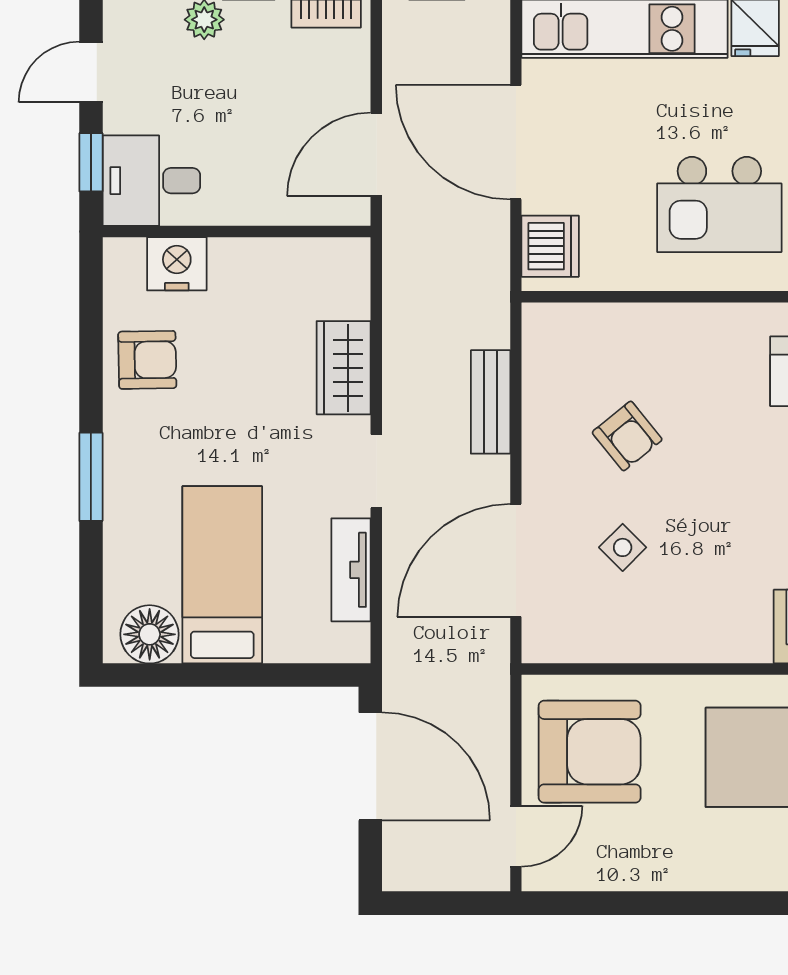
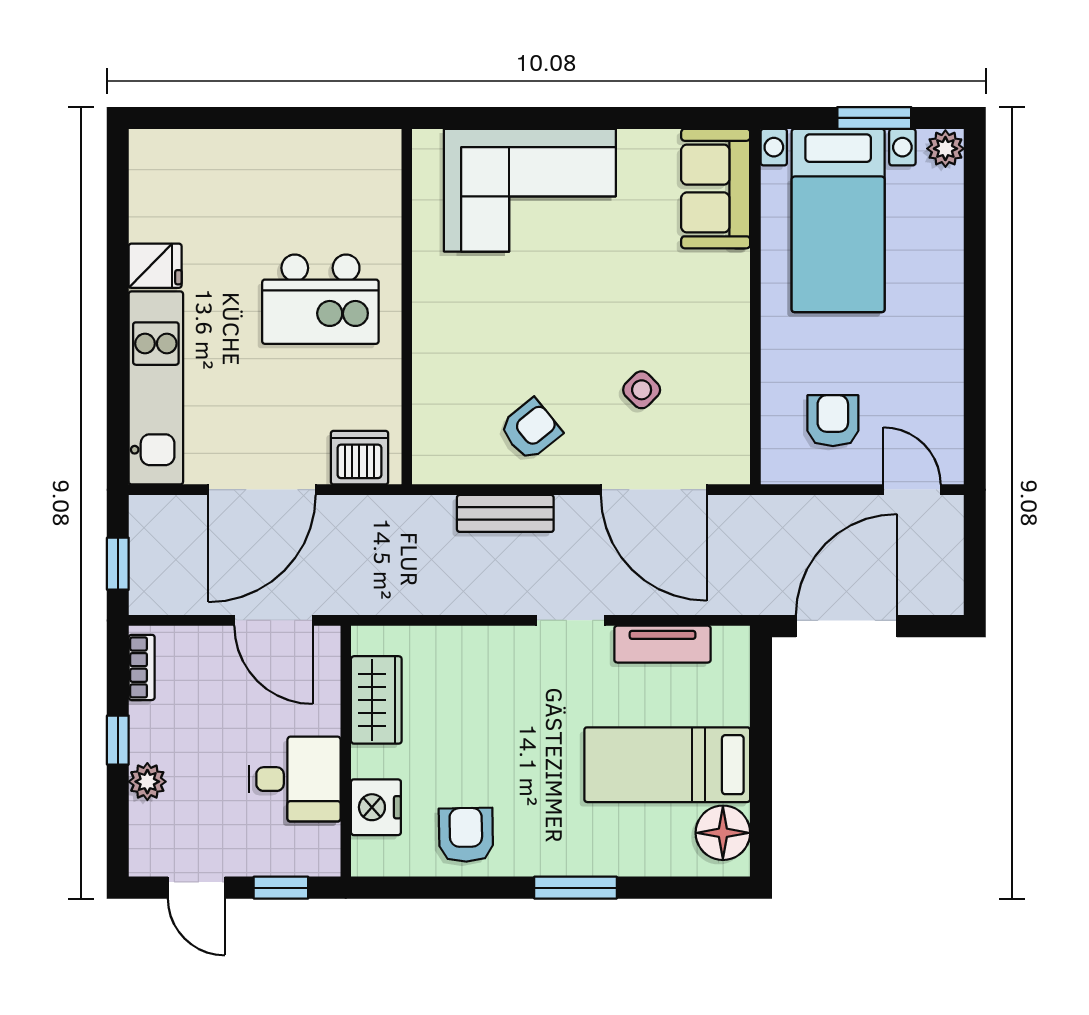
desk: (151, 181) -> (295, 779), moved, turned -90
kitchen island: (719, 204) -> (320, 299), turned 90
wardrobe: (344, 368) -> (376, 700), moved, turned -90
armchair: (627, 436) -> (531, 429), moved
armchair: (590, 752) -> (833, 421), width x0.53, depth x0.53

